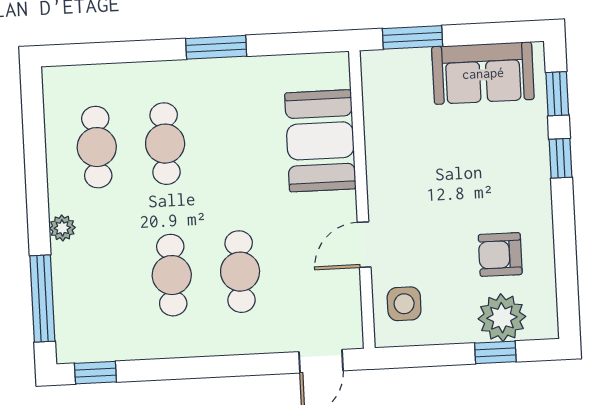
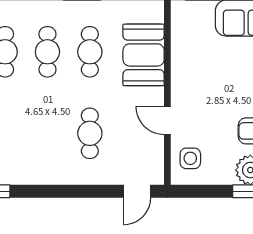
door: (364, 245) -> (167, 120), hinge flipped
cafe table: (172, 275) -> (90, 52), moved

